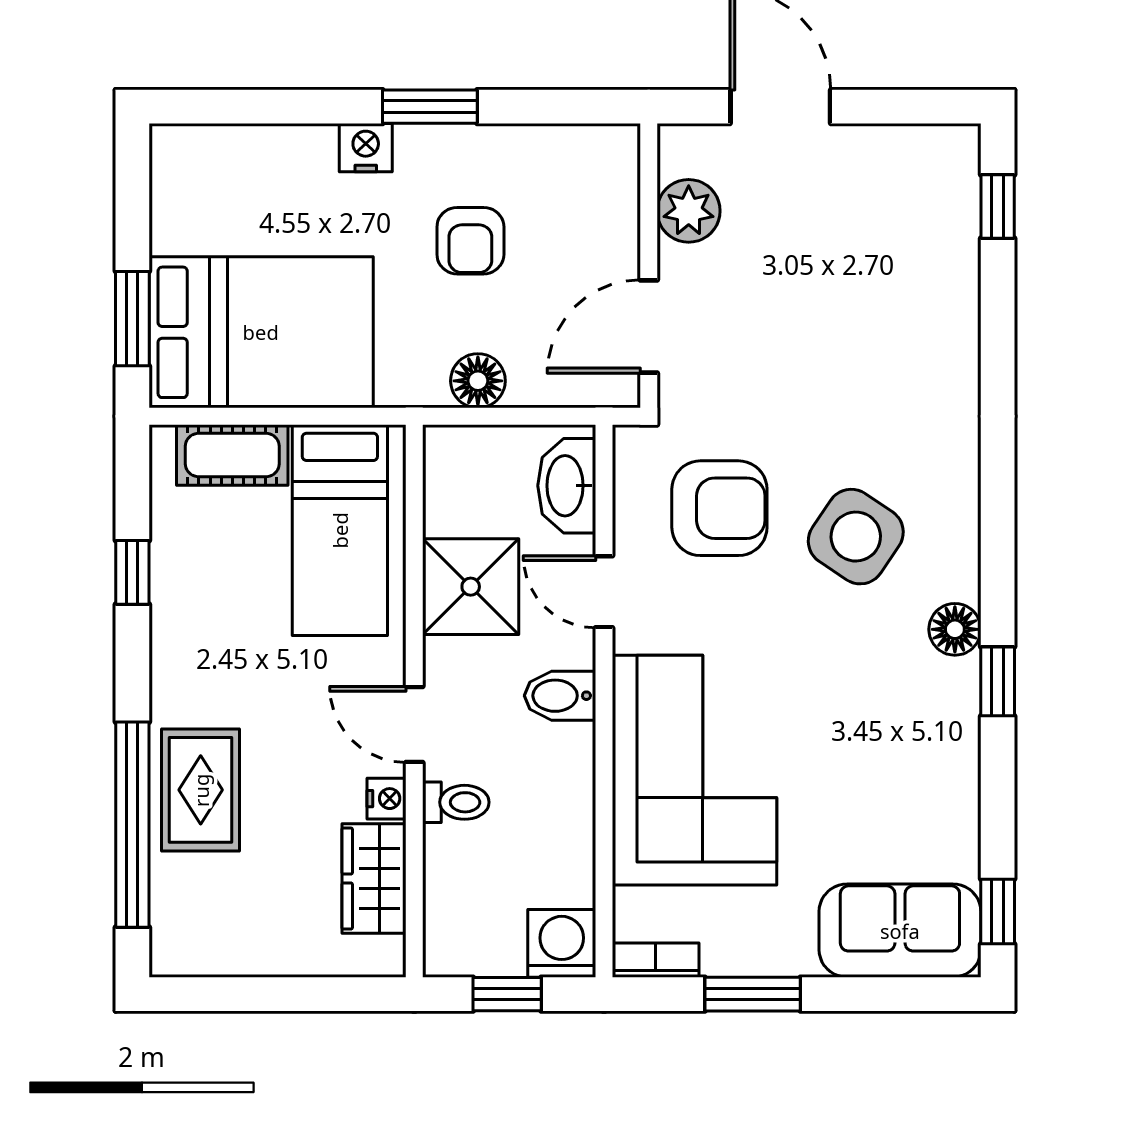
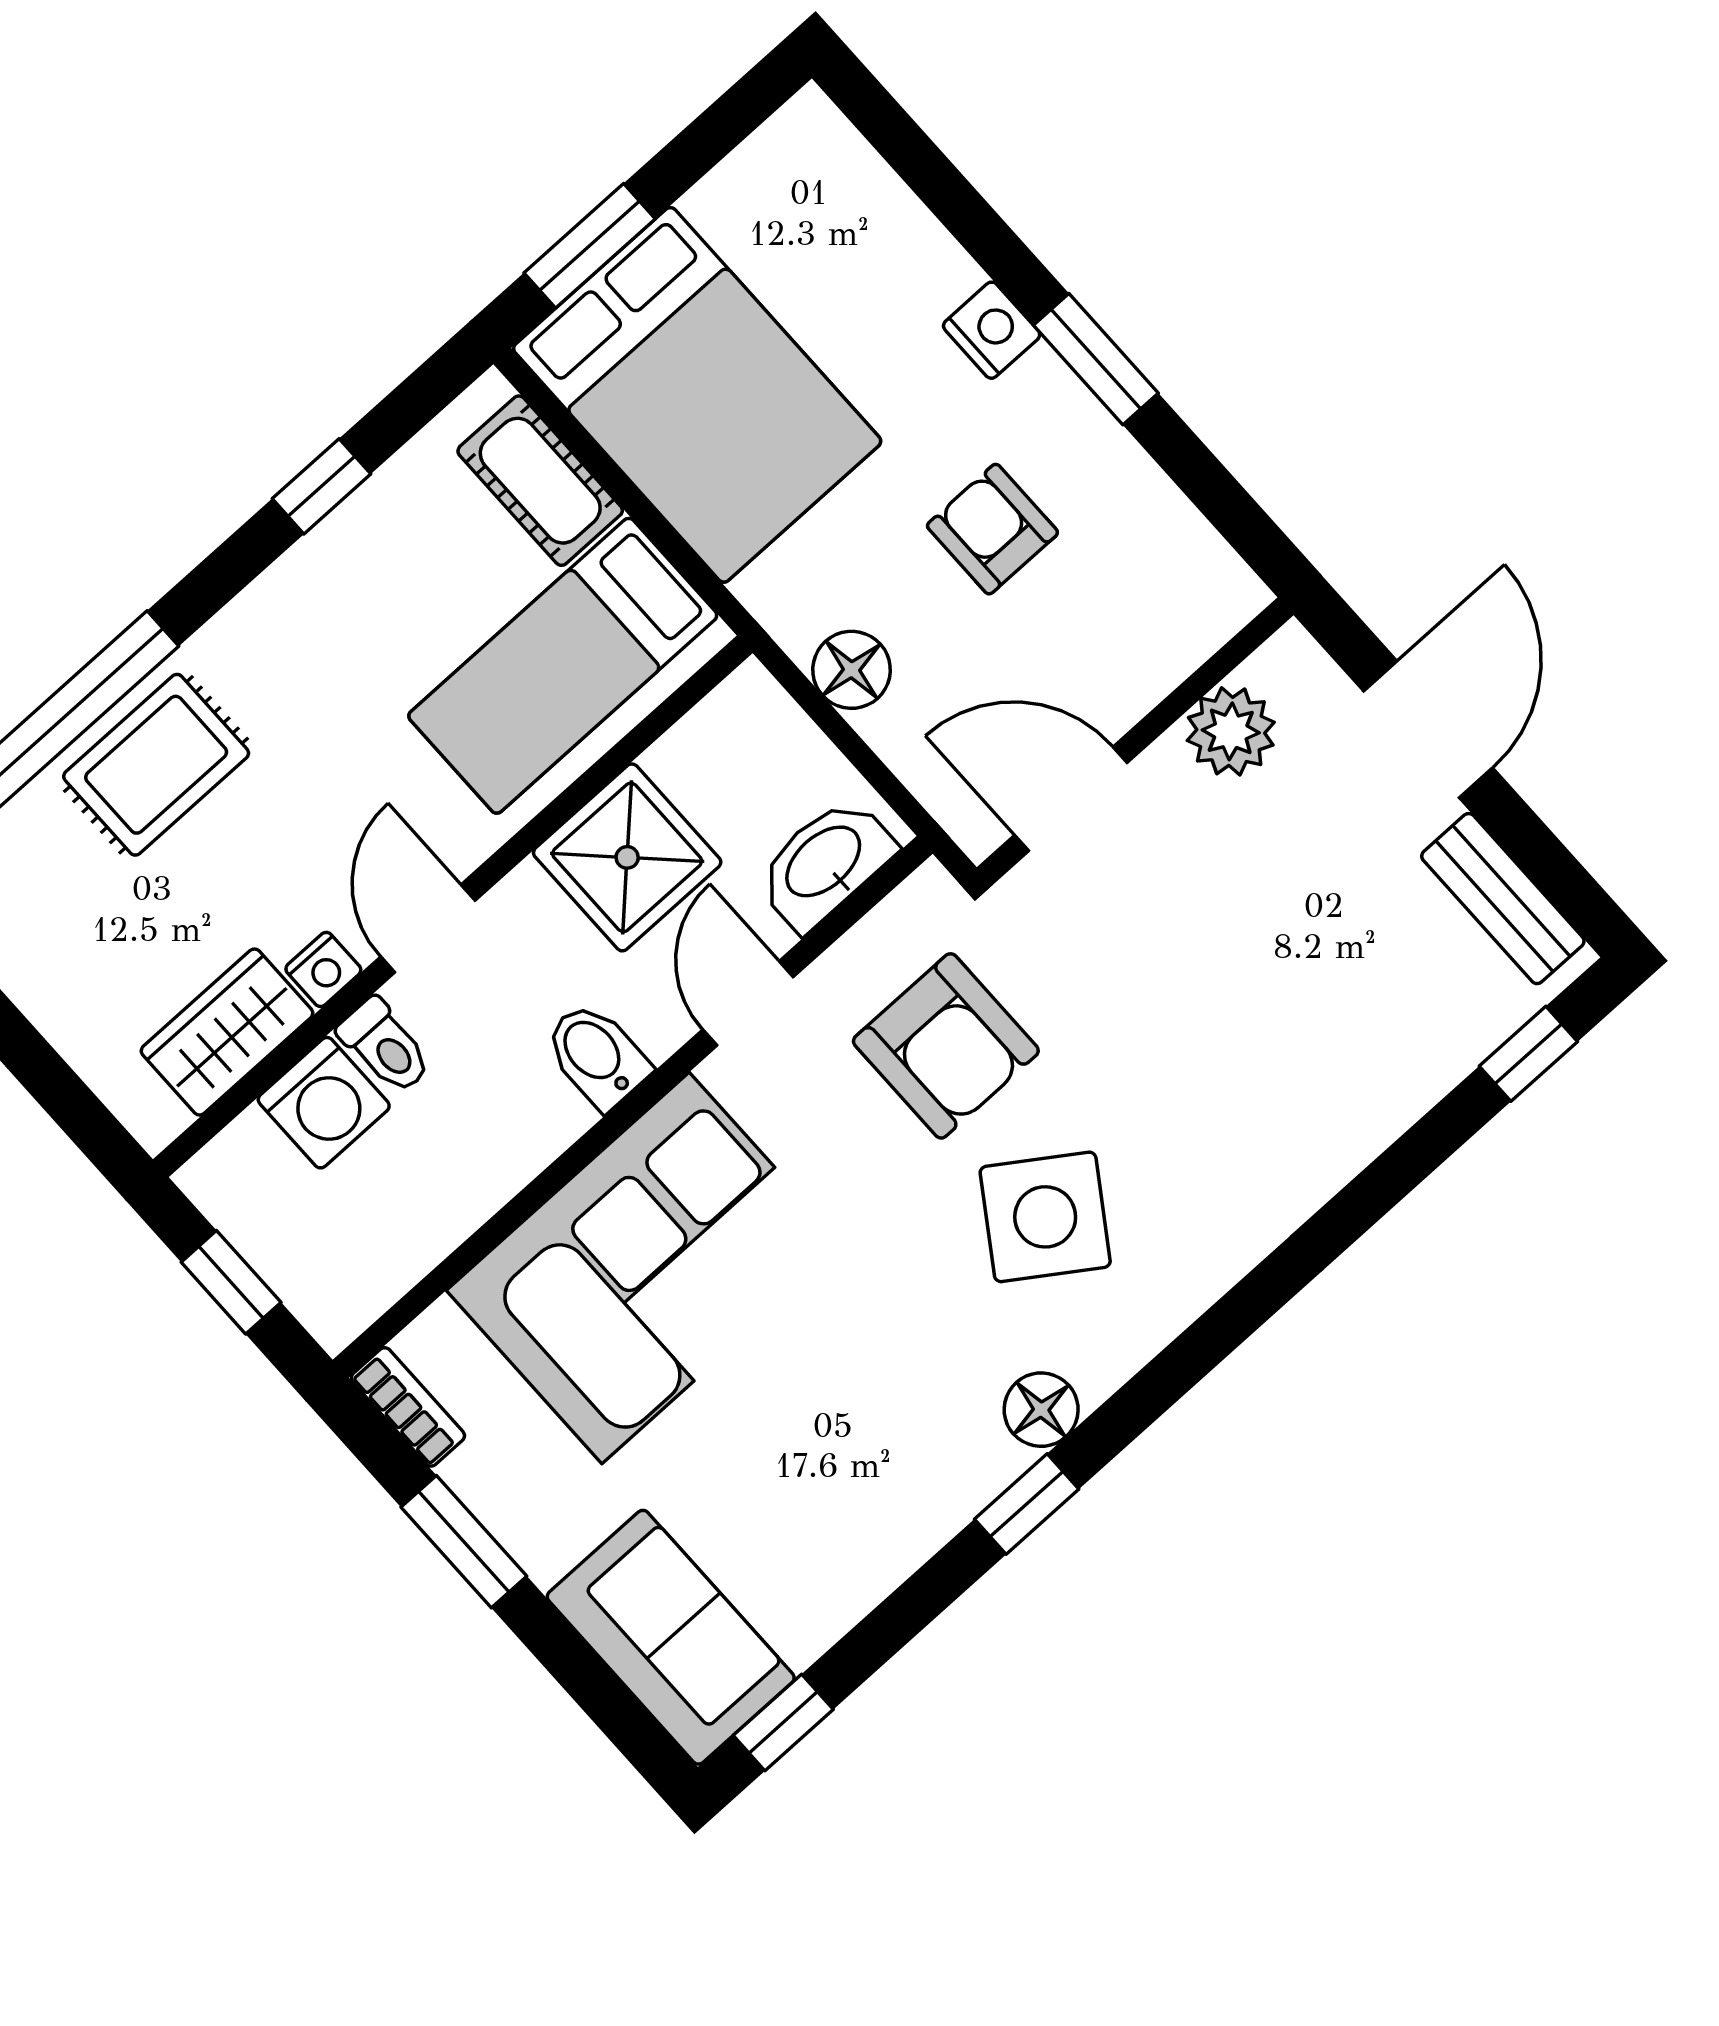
bench: (904, 147) -> (1503, 899), added
armchair: (470, 241) -> (992, 529), turned 90
washing machine: (562, 943) -> (324, 1103), moved, turned 90

